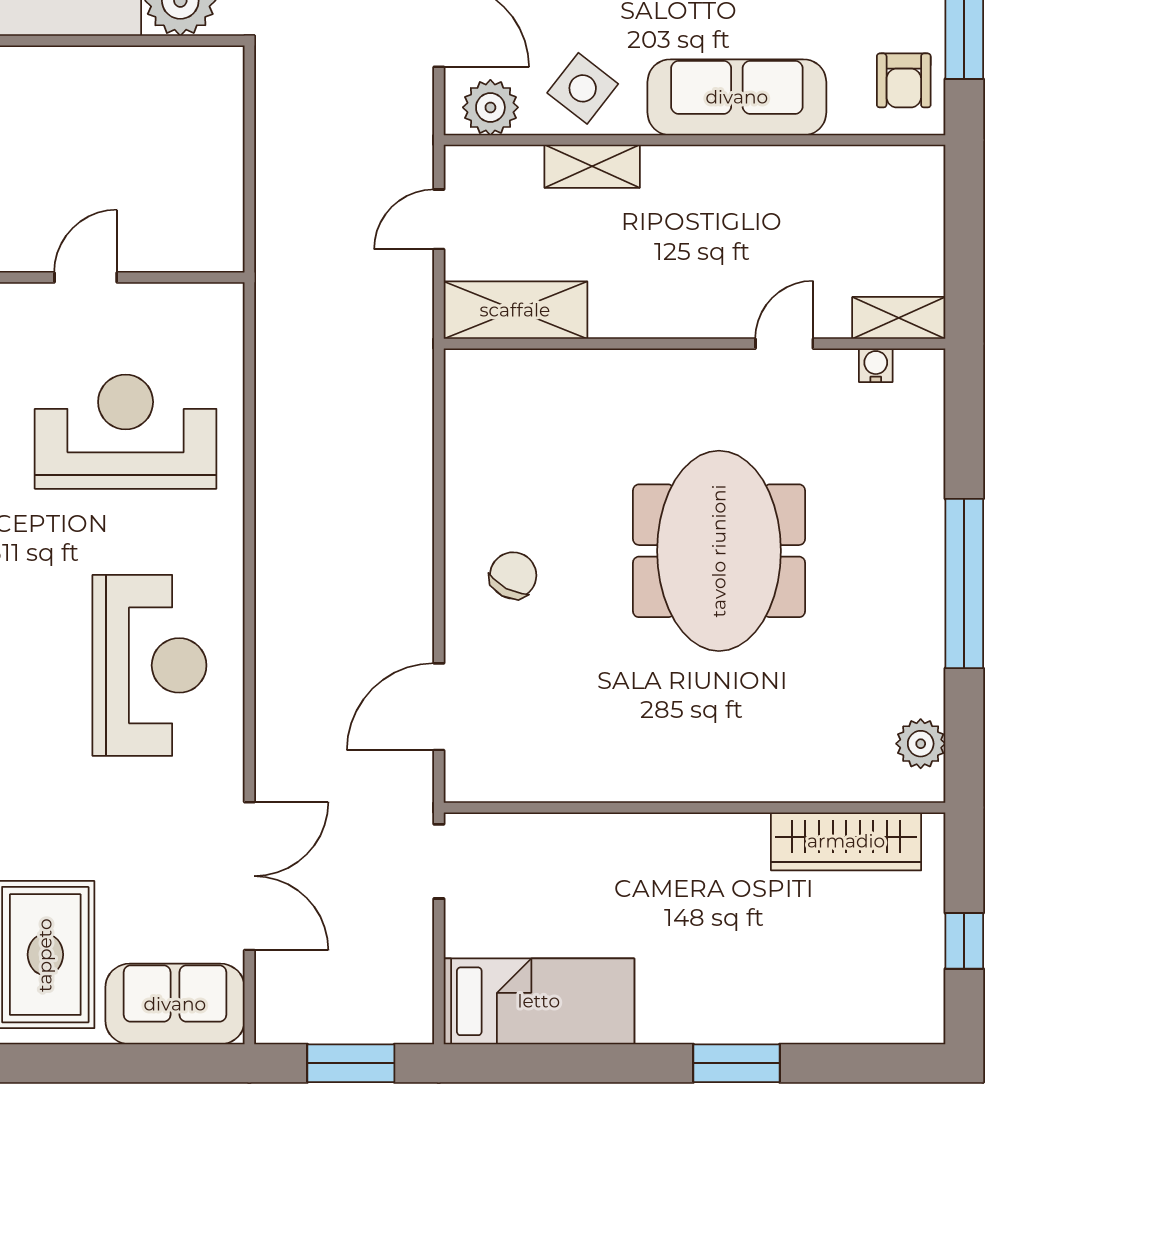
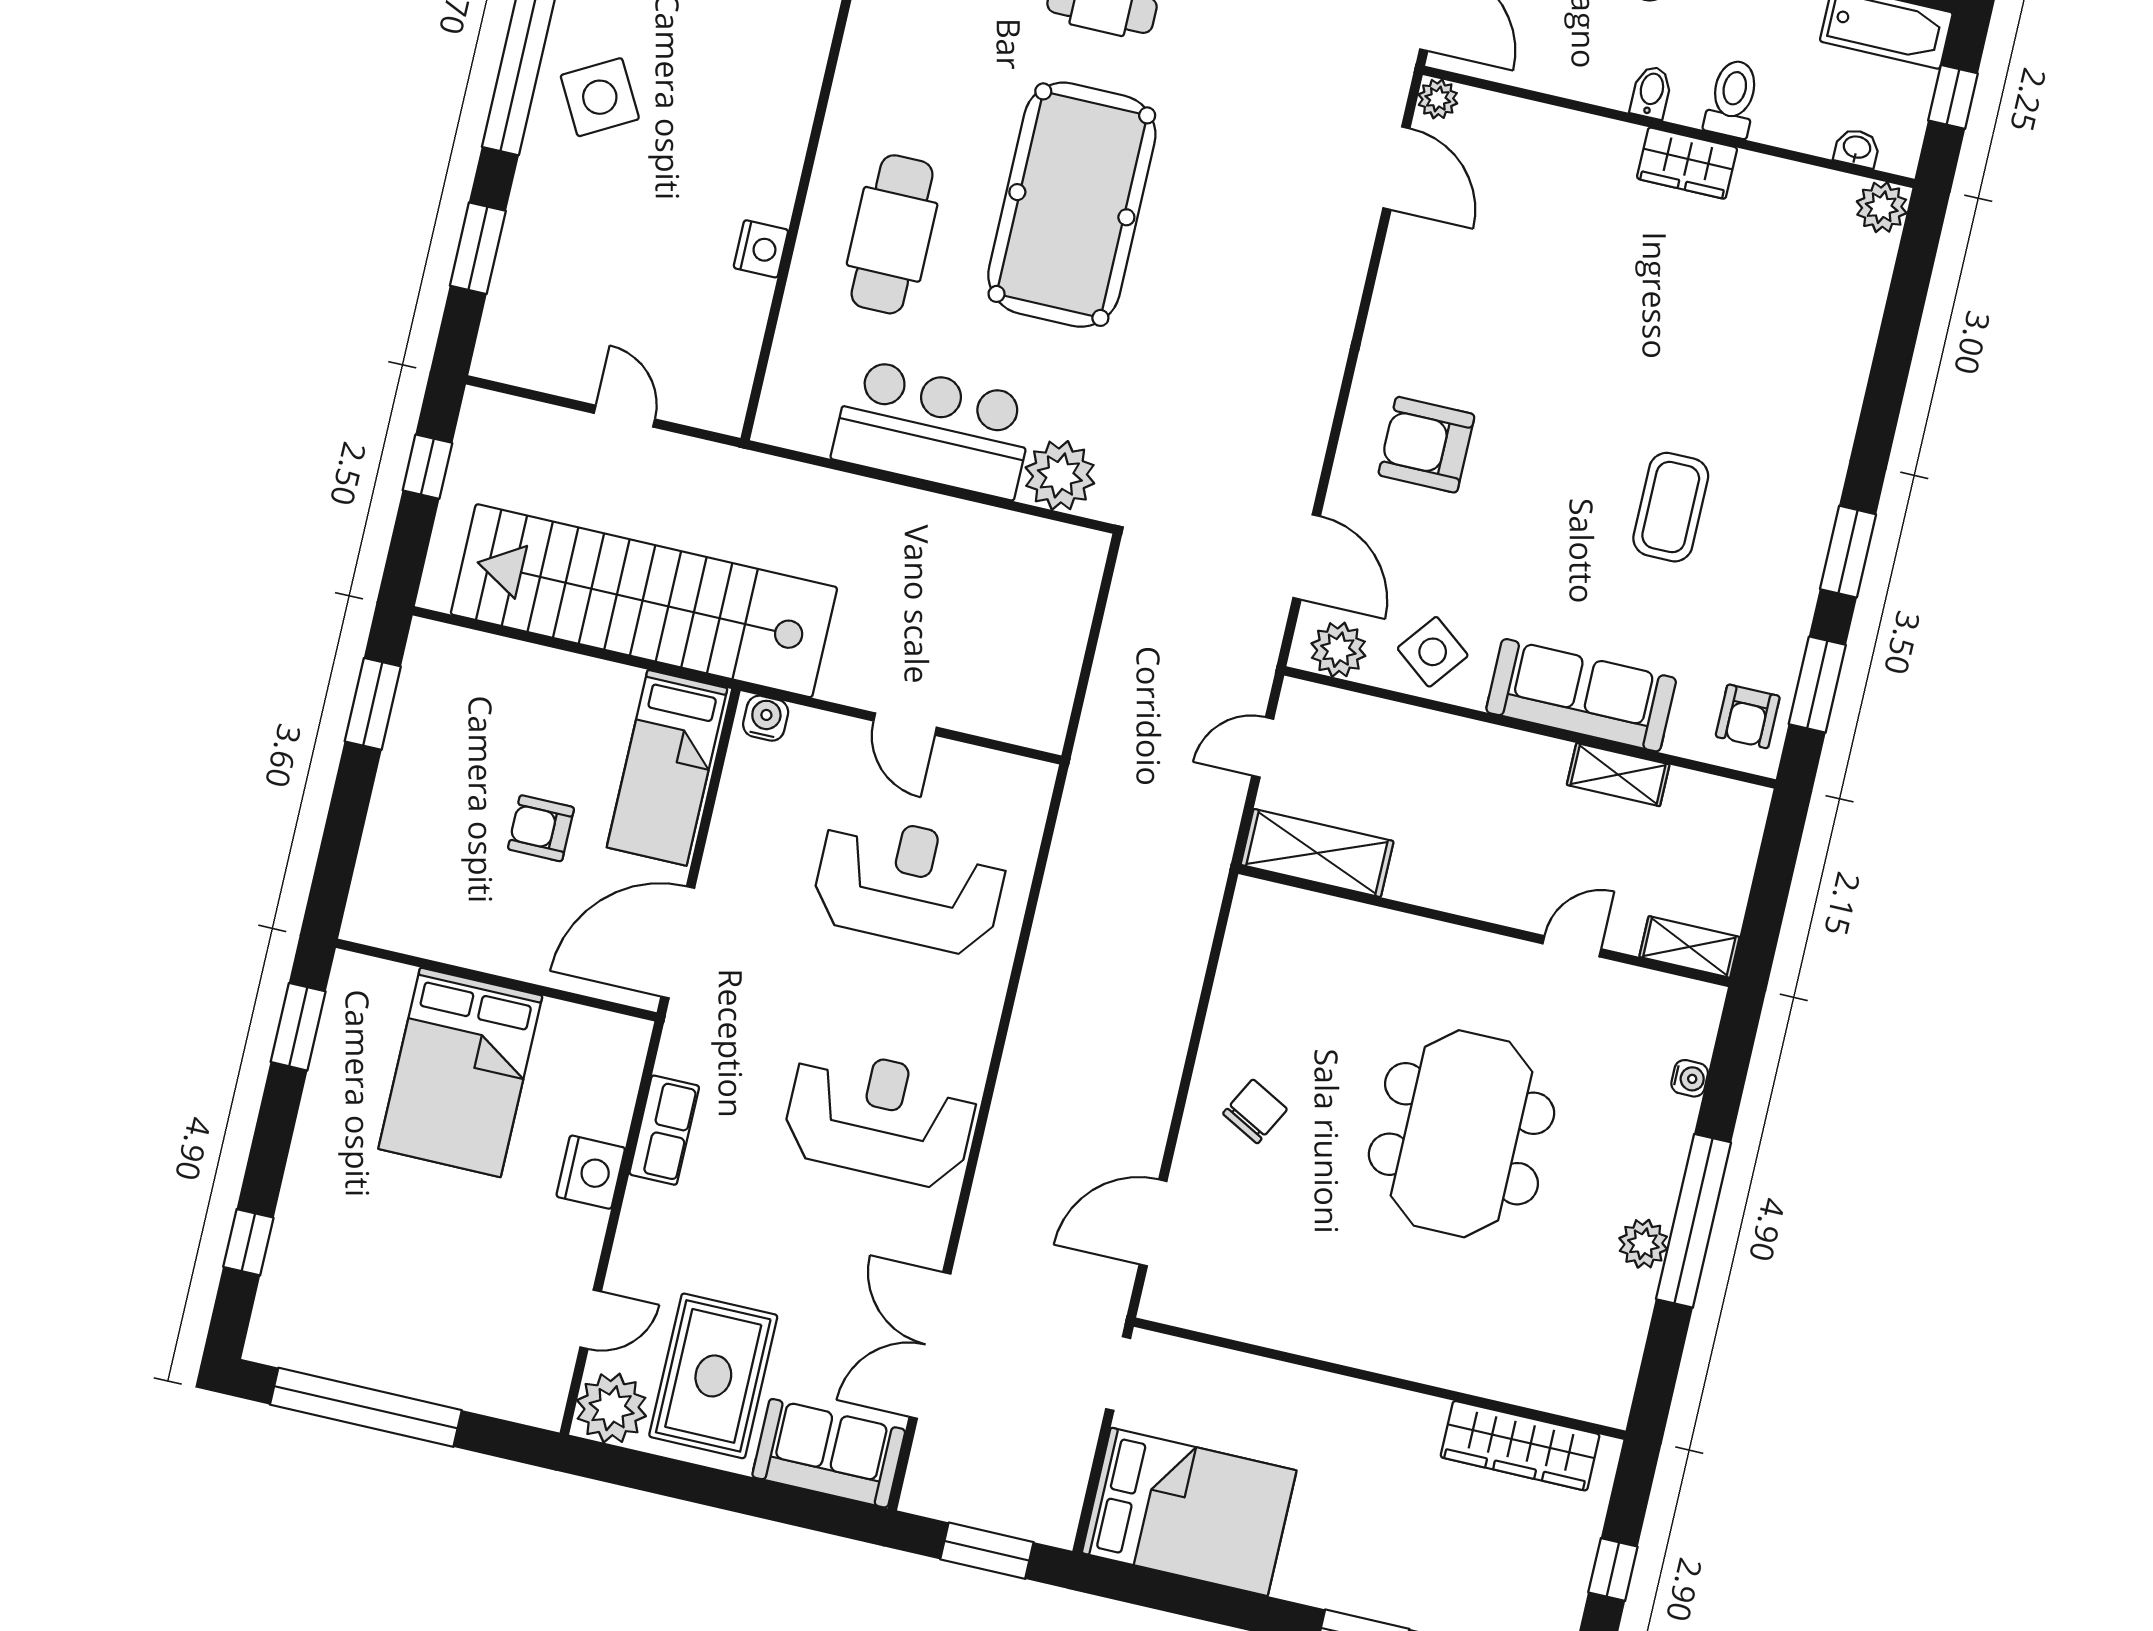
shelving: (592, 166) -> (1618, 775), moved
door: (86, 277) -> (905, 724), swing flipped
water cooler: (876, 365) -> (1690, 1078), moved, turned 90
reception desk: (149, 665) -> (880, 1117), turned -90
plant: (921, 744) -> (1643, 1244), moved
double door: (249, 876) -> (930, 1345), swing flipped
bed: (539, 1001) -> (1189, 1512), width x1.50

